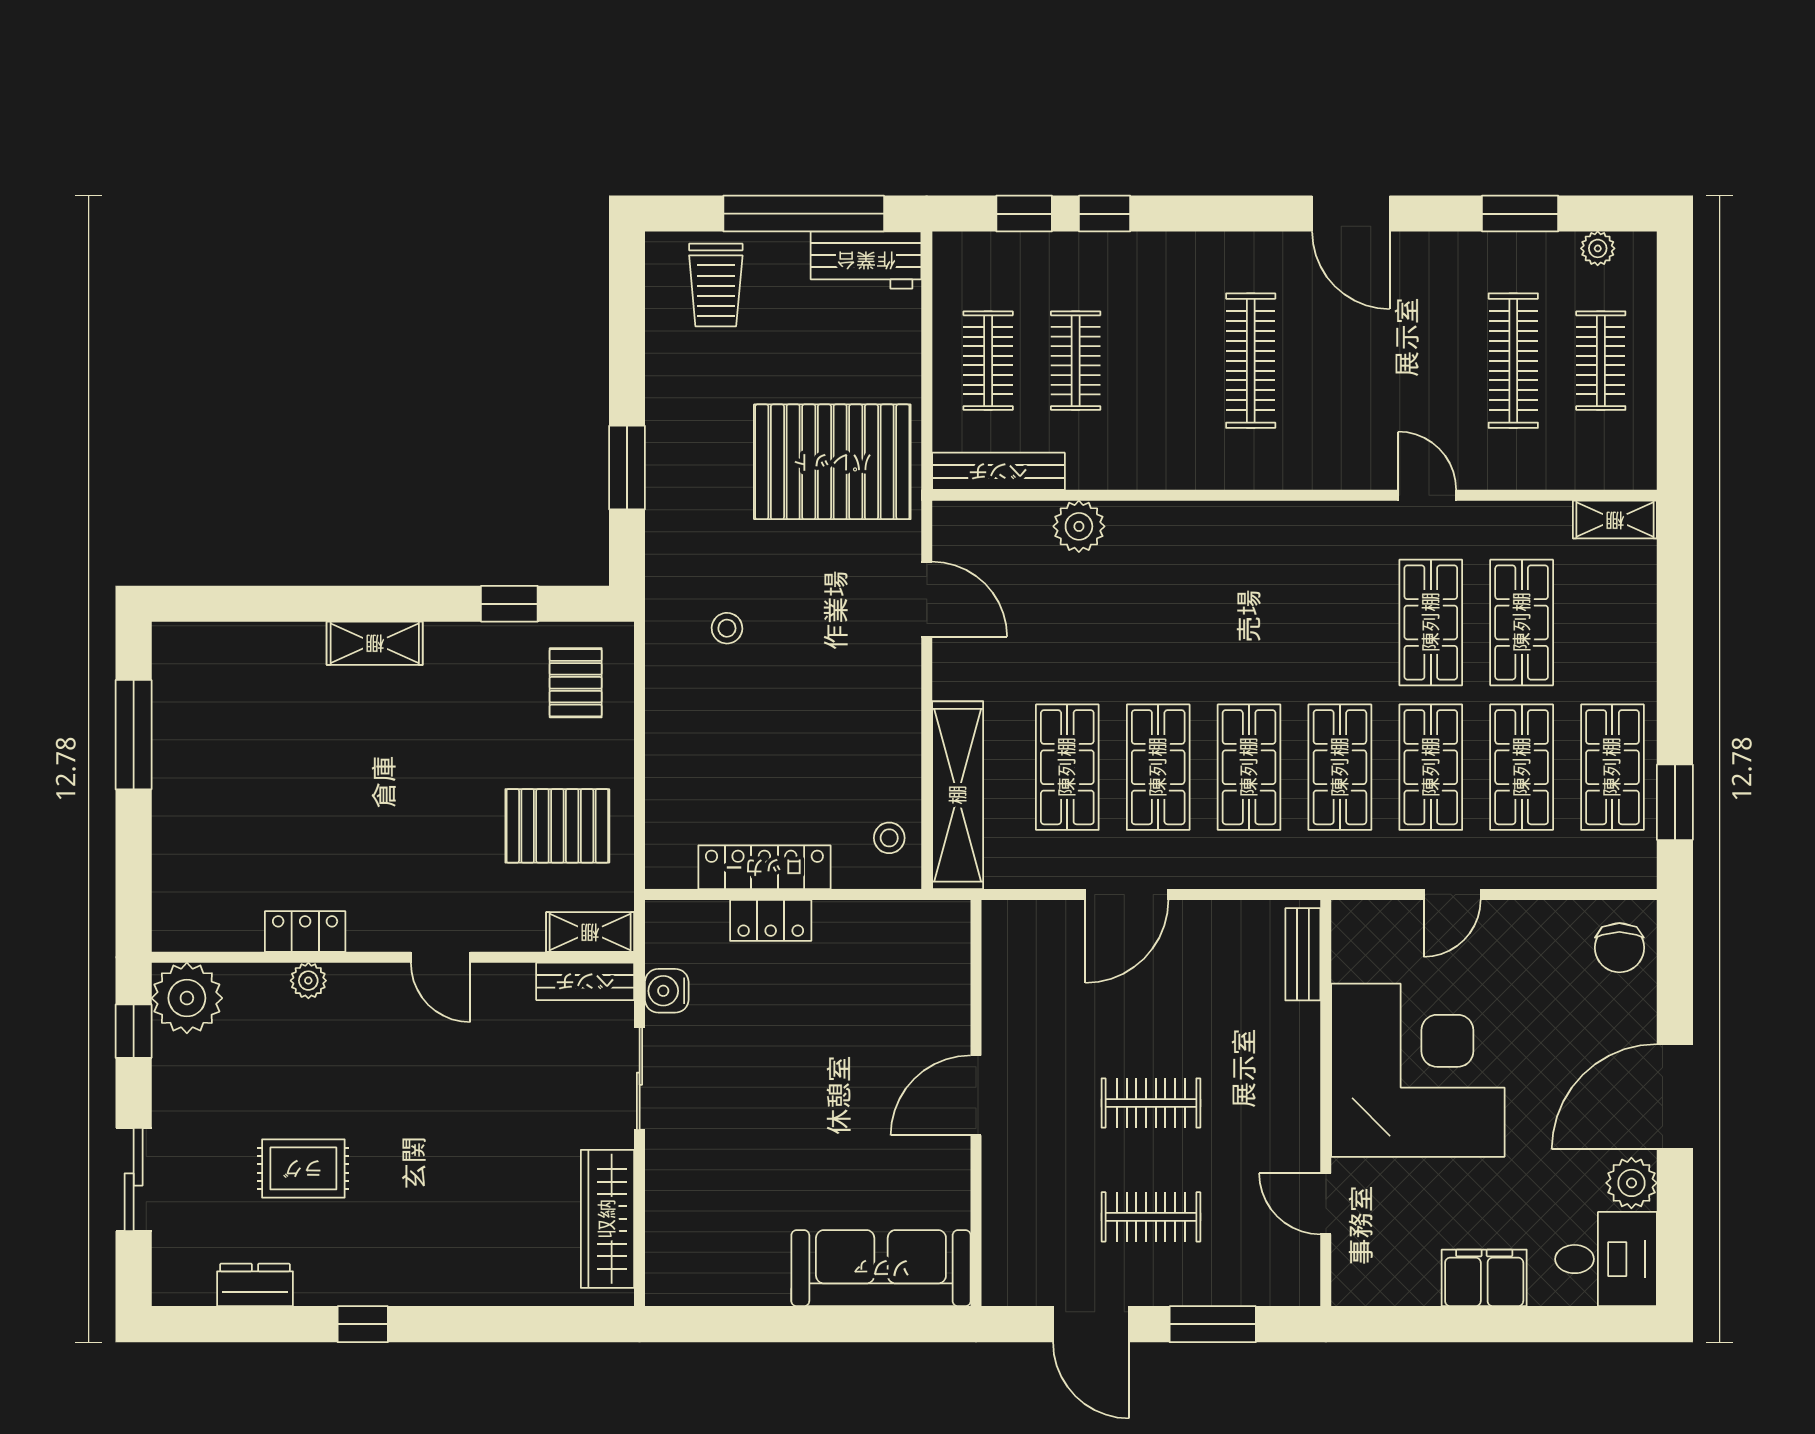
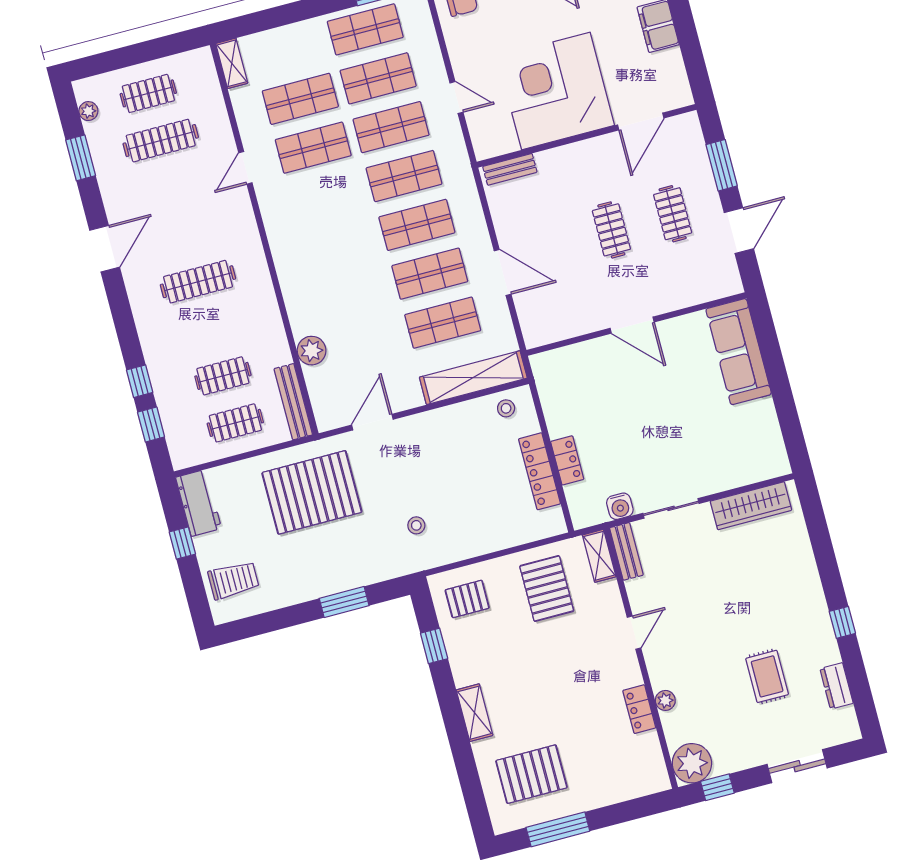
window: (804, 214) -> (182, 543), width x0.32
pallet: (832, 462) -> (312, 492), turned 90
pallet: (242, 714) -> (531, 774), added
door: (1326, 1204) -> (641, 122), width x1.38

